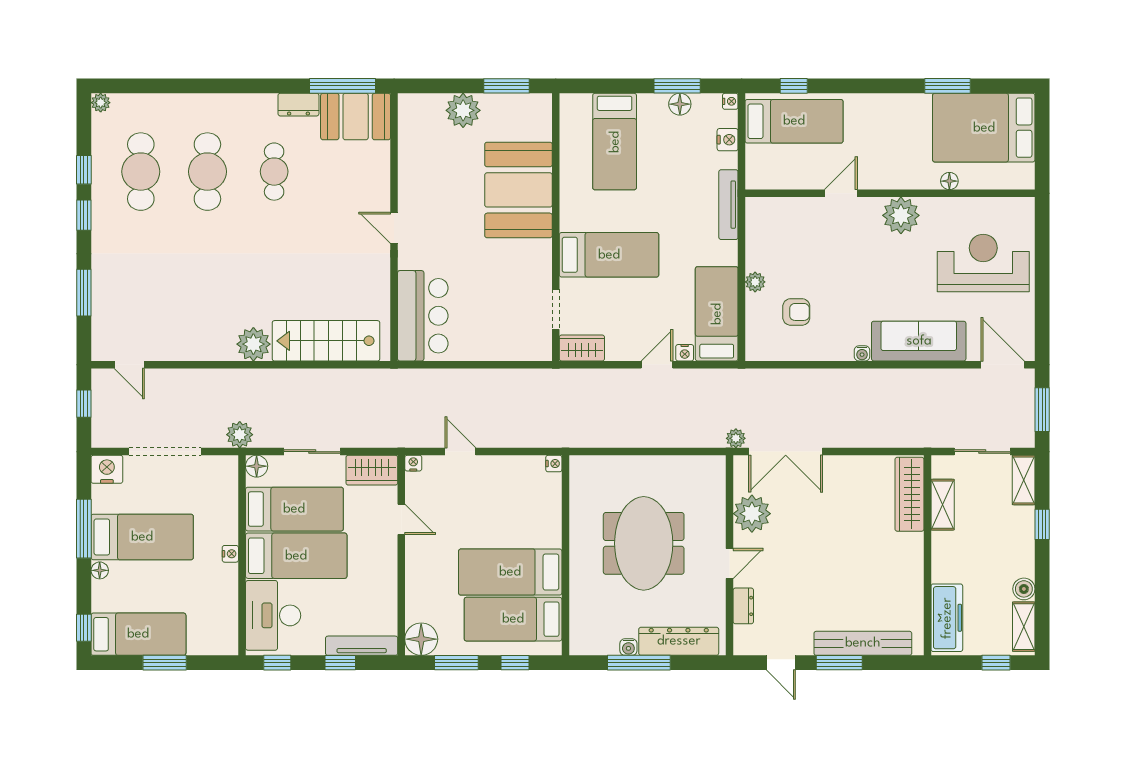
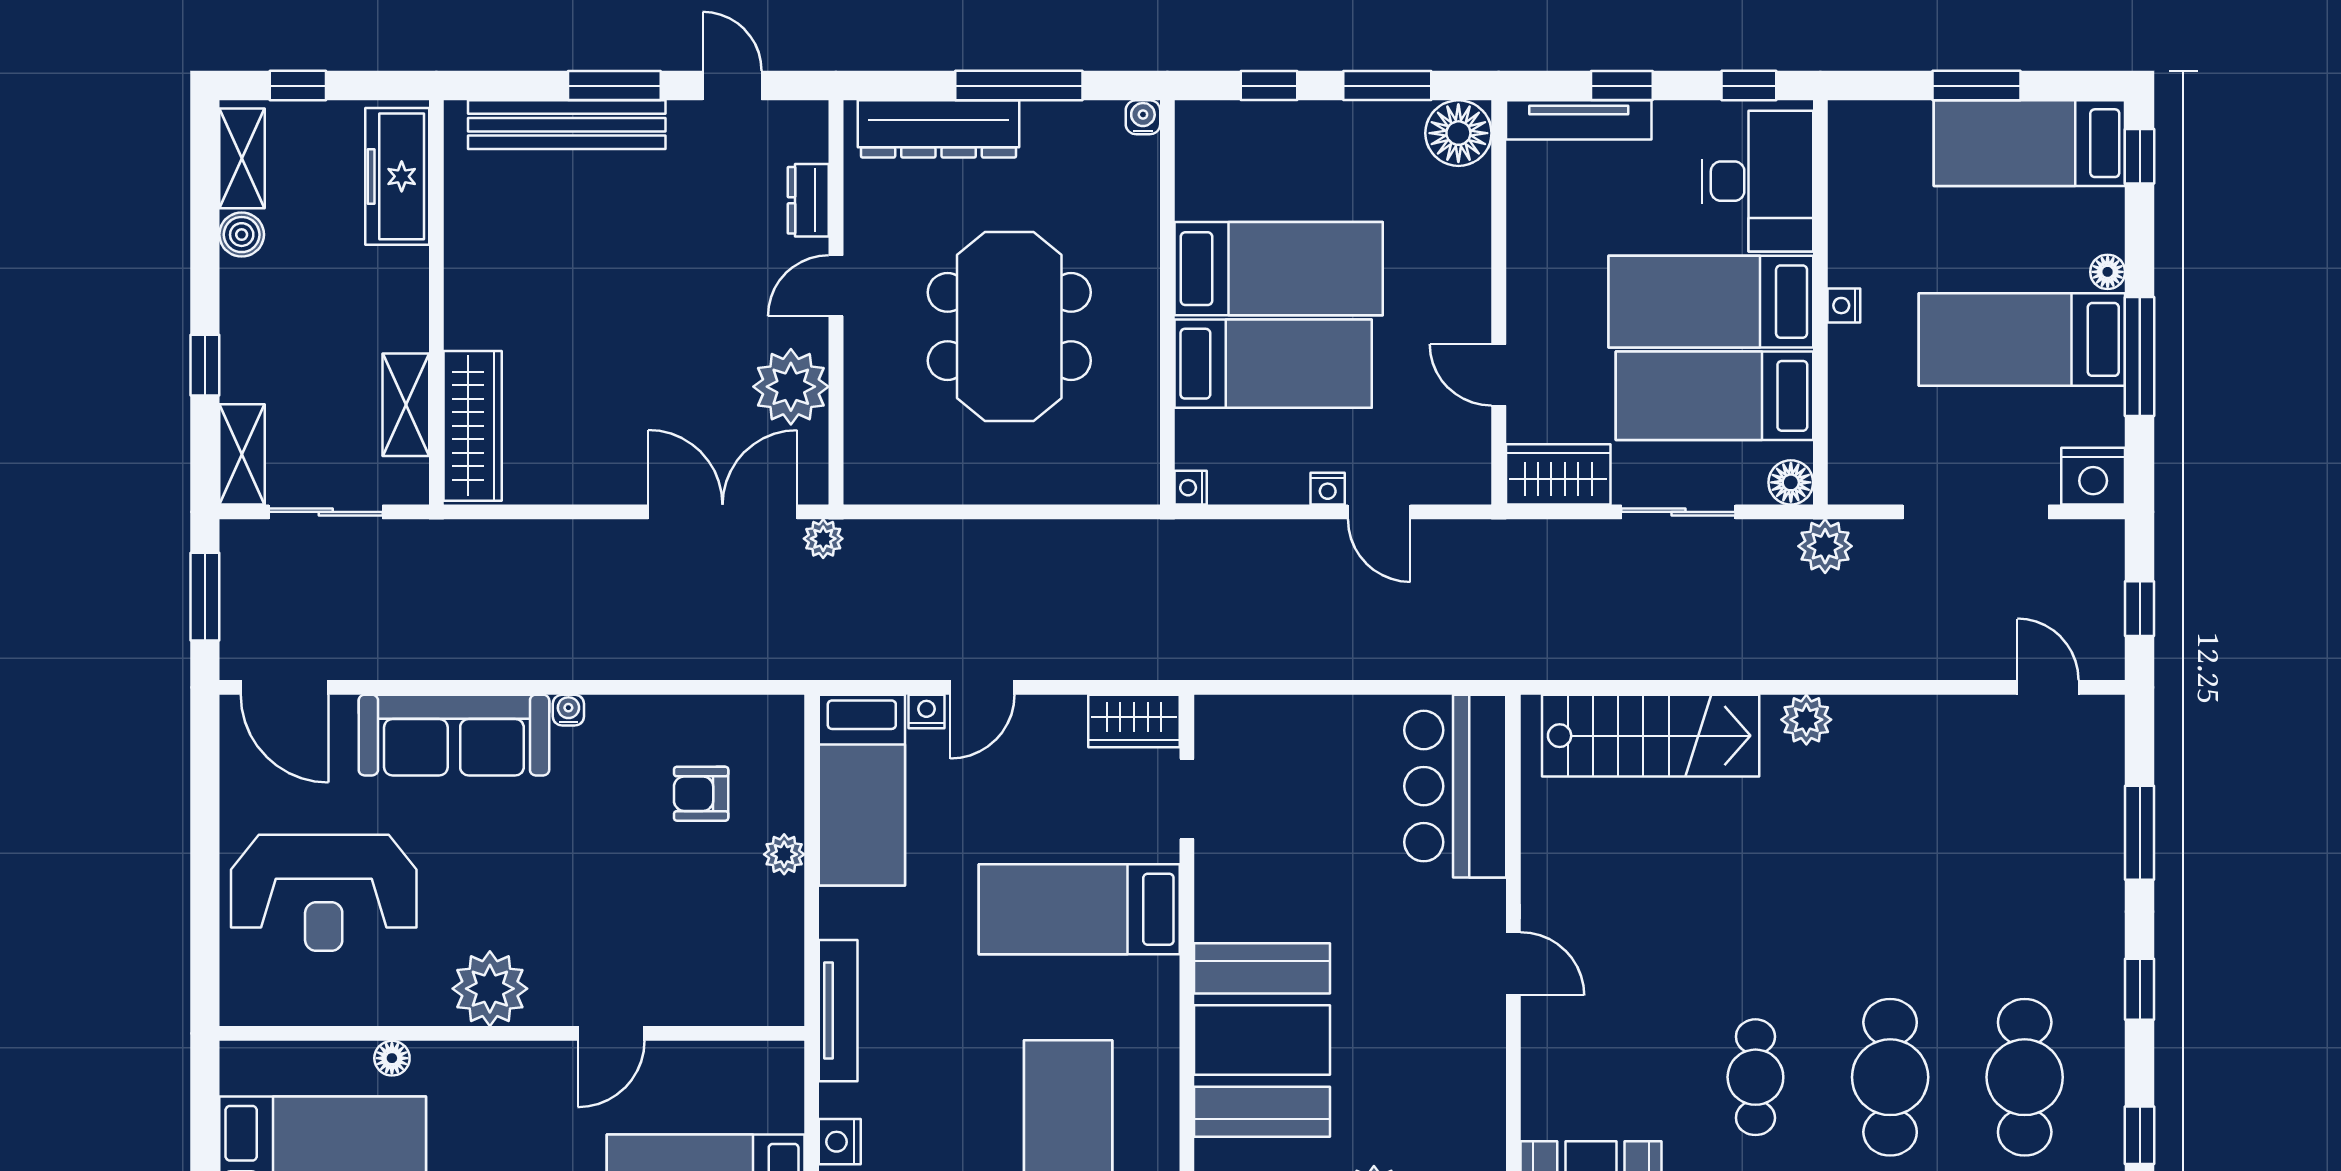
window: (84, 170) -> (2140, 1135), moved
plant: (253, 344) -> (1806, 720), width x0.73, depth x0.73
nightstand: (413, 463) -> (1328, 489), moved
bed: (513, 619) -> (1273, 364), moved
water cooler: (628, 647) -> (1143, 117), moved

